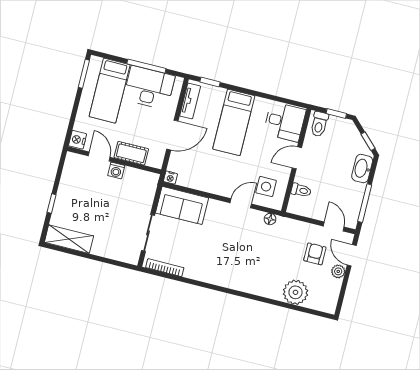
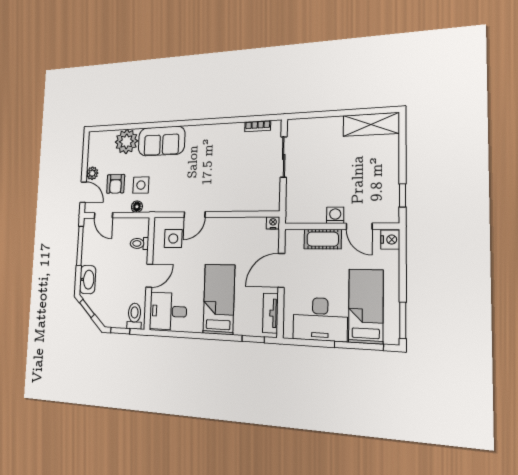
window: (146, 66) -> (359, 346), moved
window: (52, 203) -> (403, 195), moved
sofa: (182, 205) -> (162, 141), moved, turned 180
floor lamp: (270, 219) -> (137, 207), moved
side table: (289, 245) -> (141, 185), added
bookcase: (165, 268) -> (258, 126), width x0.64

